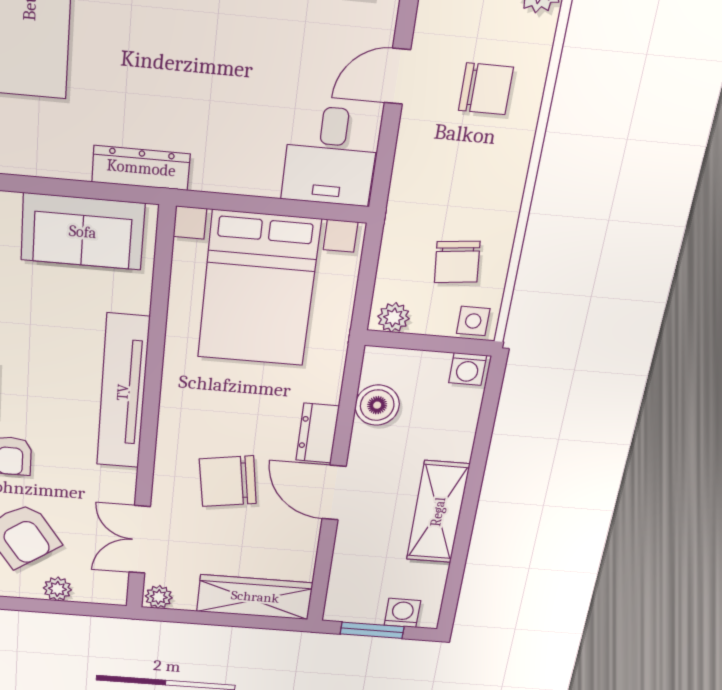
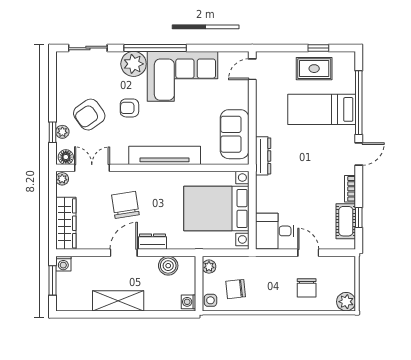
floor lamp: (112, 587) -> (66, 157), added
window: (57, 607) -> (52, 132), added
washing machine: (402, 613) -> (63, 264), moved, turned 90

